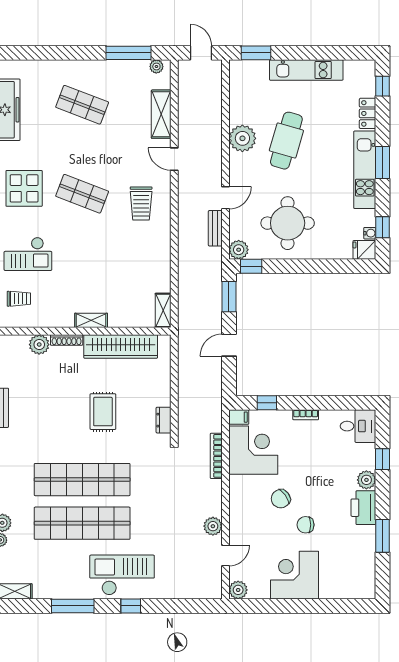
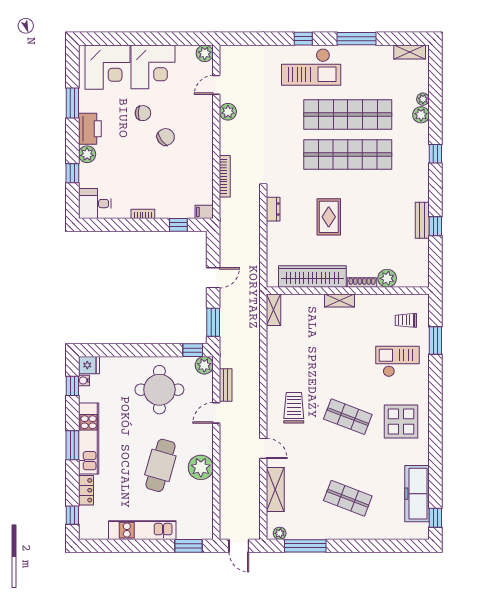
corner desk: (253, 450) -> (108, 67), moved, turned -90

